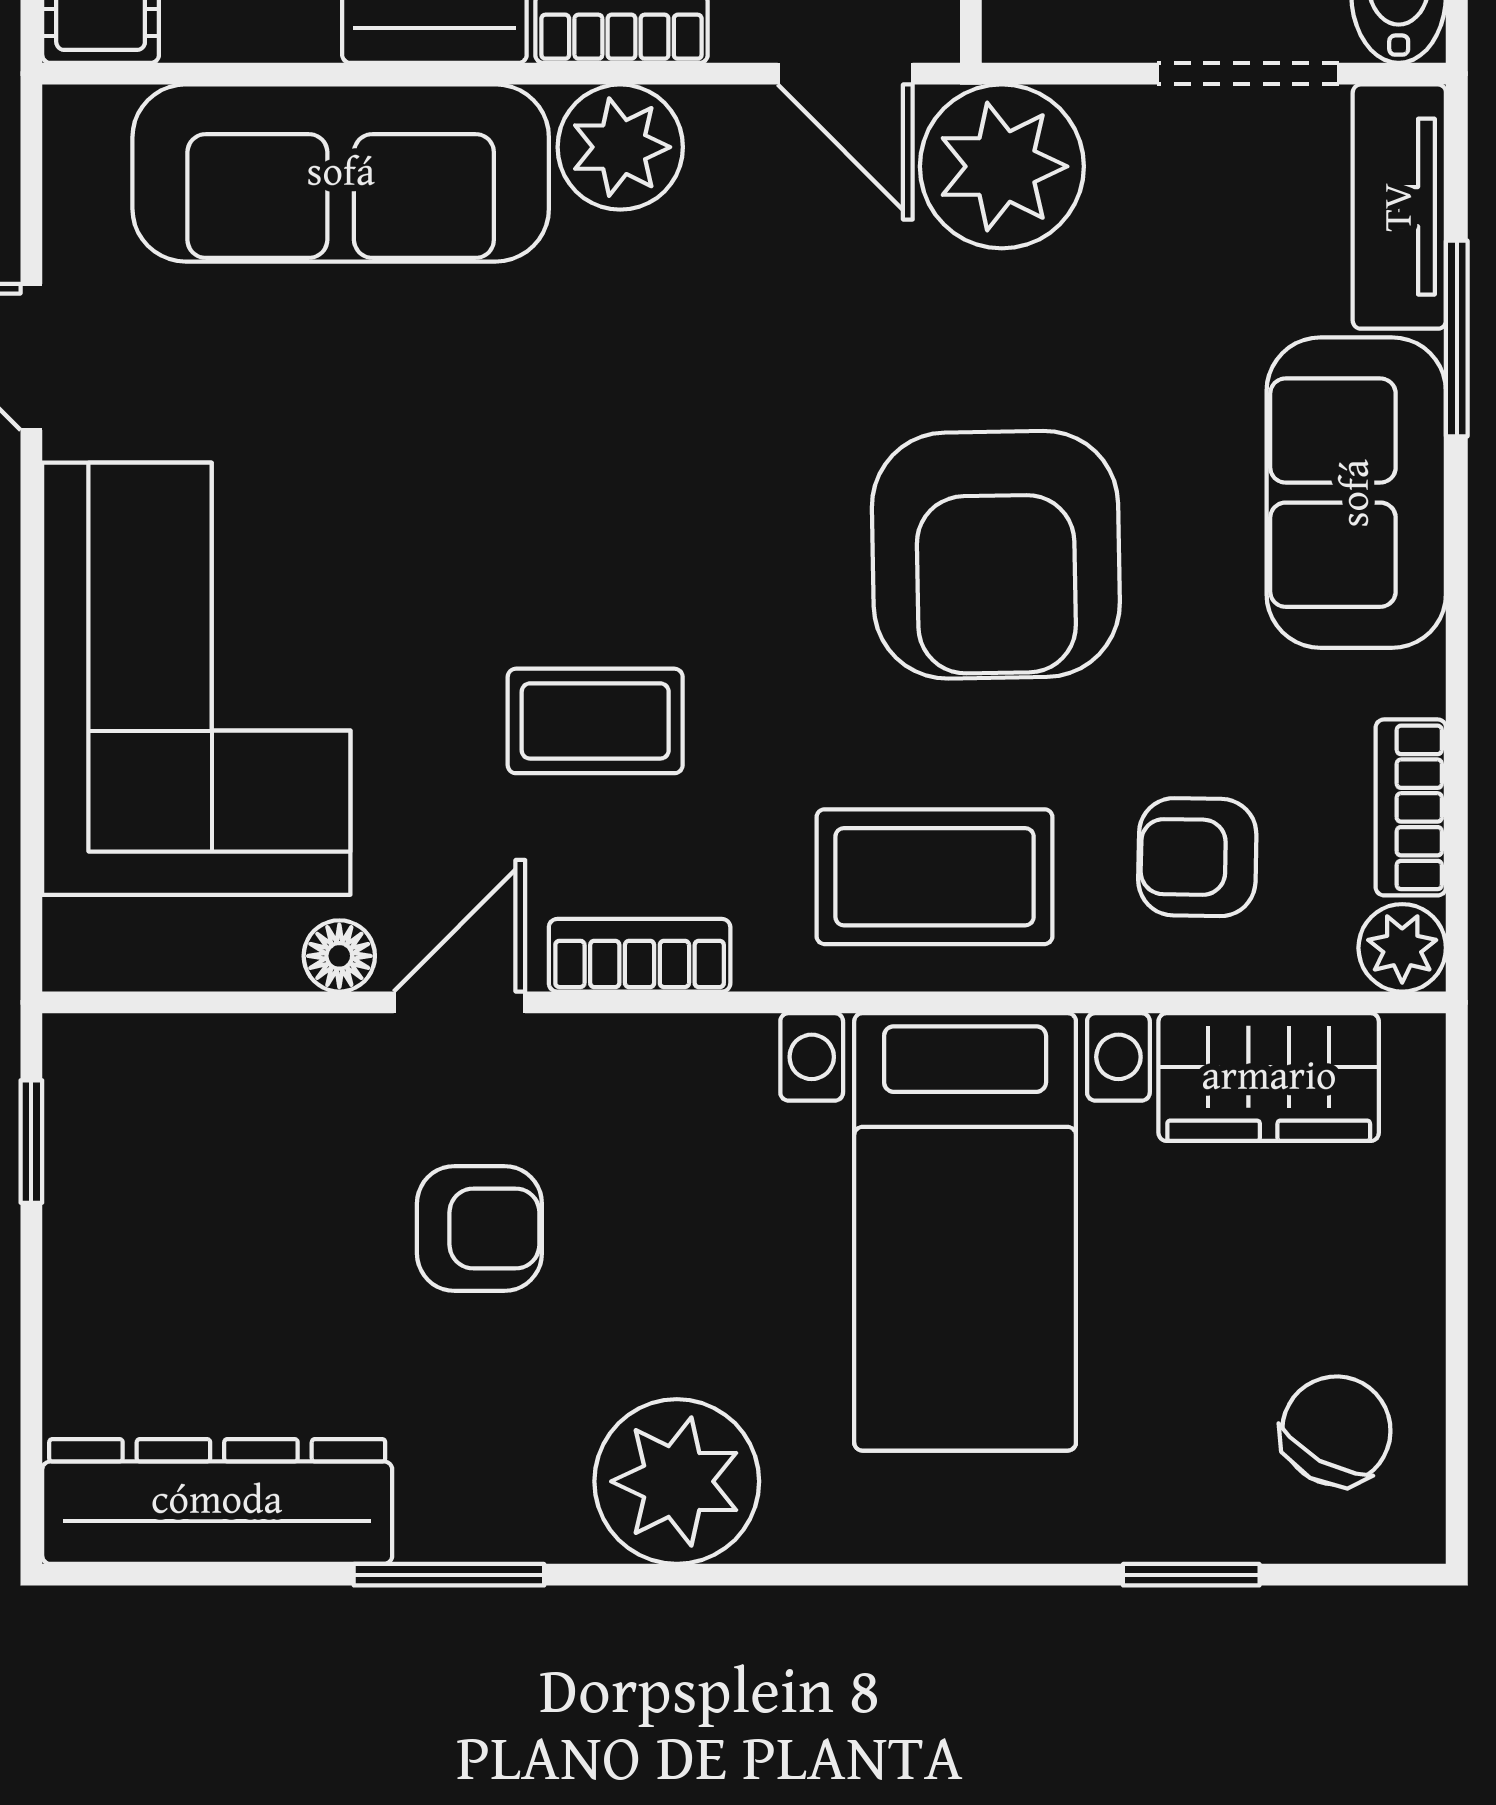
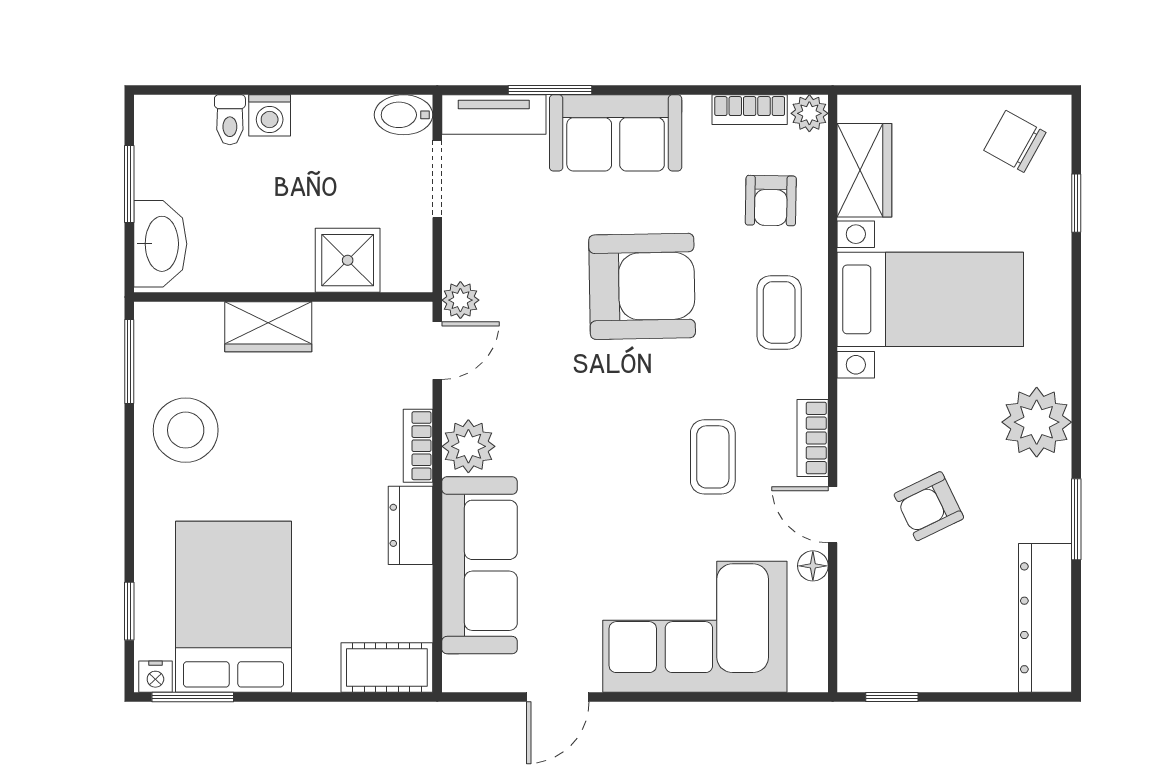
plant: (1002, 166) -> (460, 300), width x0.53, depth x0.53
coffee table: (935, 877) -> (779, 312), width x0.73, depth x0.77
armchair: (479, 1228) -> (929, 506), turned -116

